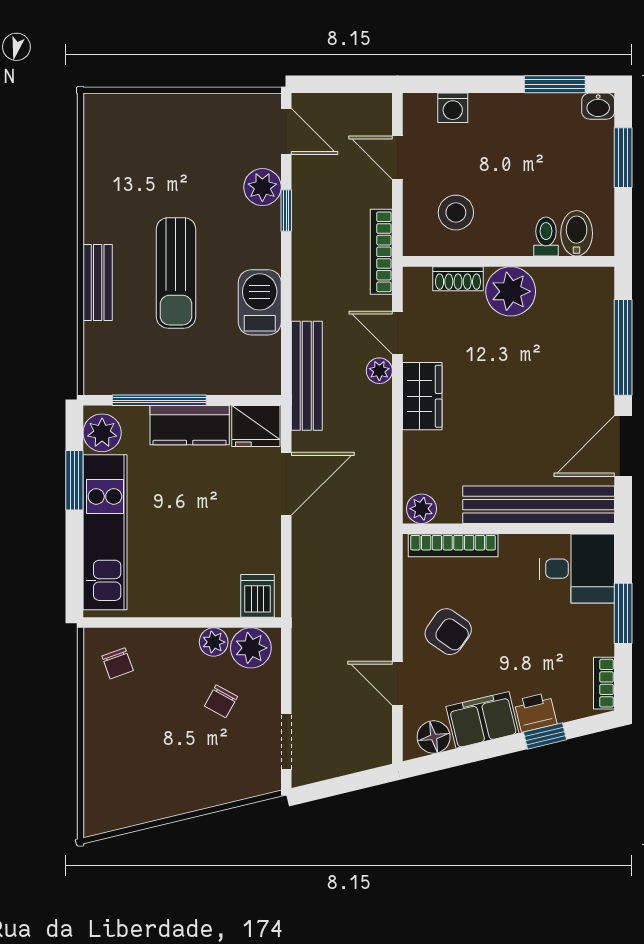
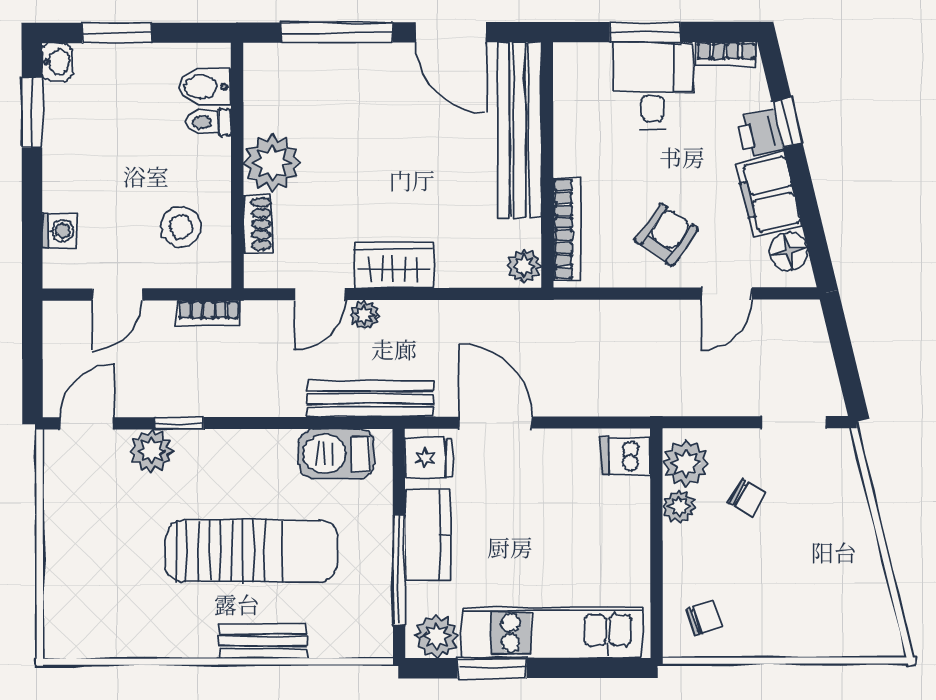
bookcase: (381, 252) -> (209, 313), width x0.64
sun lounger: (176, 273) -> (251, 551), width x1.36, depth x1.34
barbecue: (260, 302) -> (337, 454), moved
fridge: (256, 426) -> (429, 458), width x0.72
desk: (577, 569) -> (652, 85), moved

